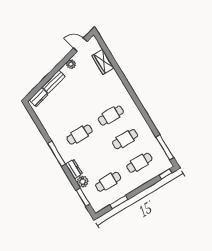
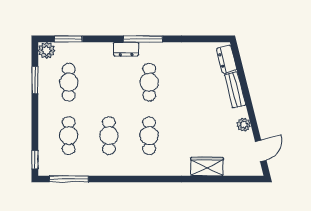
wardrobe: (103, 62) -> (207, 166), moved
dresser: (74, 169) -> (126, 49), moved
plant: (83, 182) -> (47, 50), moved

